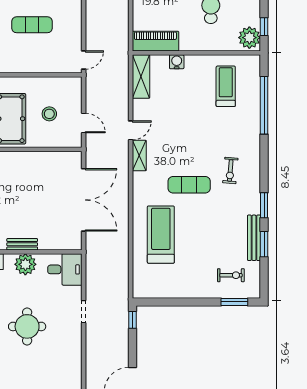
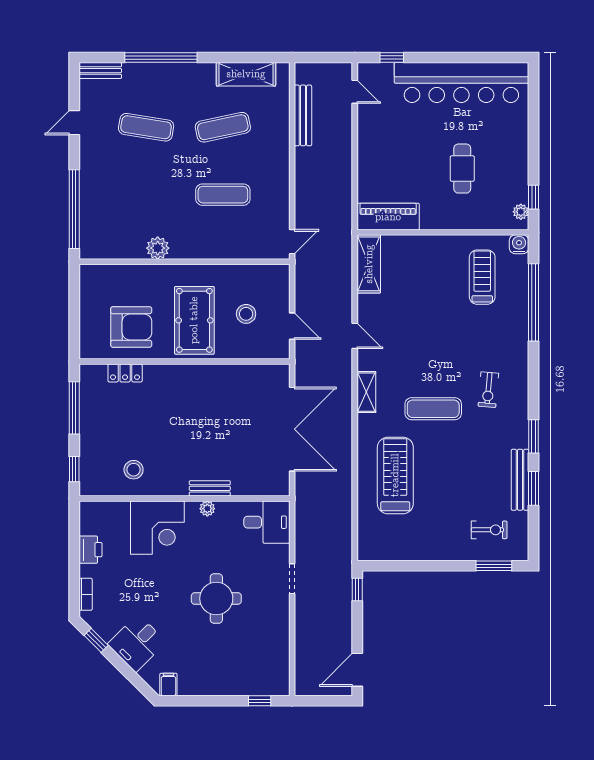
plant: (249, 38) -> (521, 212), width x0.53, depth x0.53
water cooler: (177, 62) -> (519, 244), moved
door: (131, 130) -> (355, 336), hinge flipped
shelving: (139, 155) -> (366, 392), moved
plant: (25, 264) -> (207, 509), width x0.53, depth x0.53

